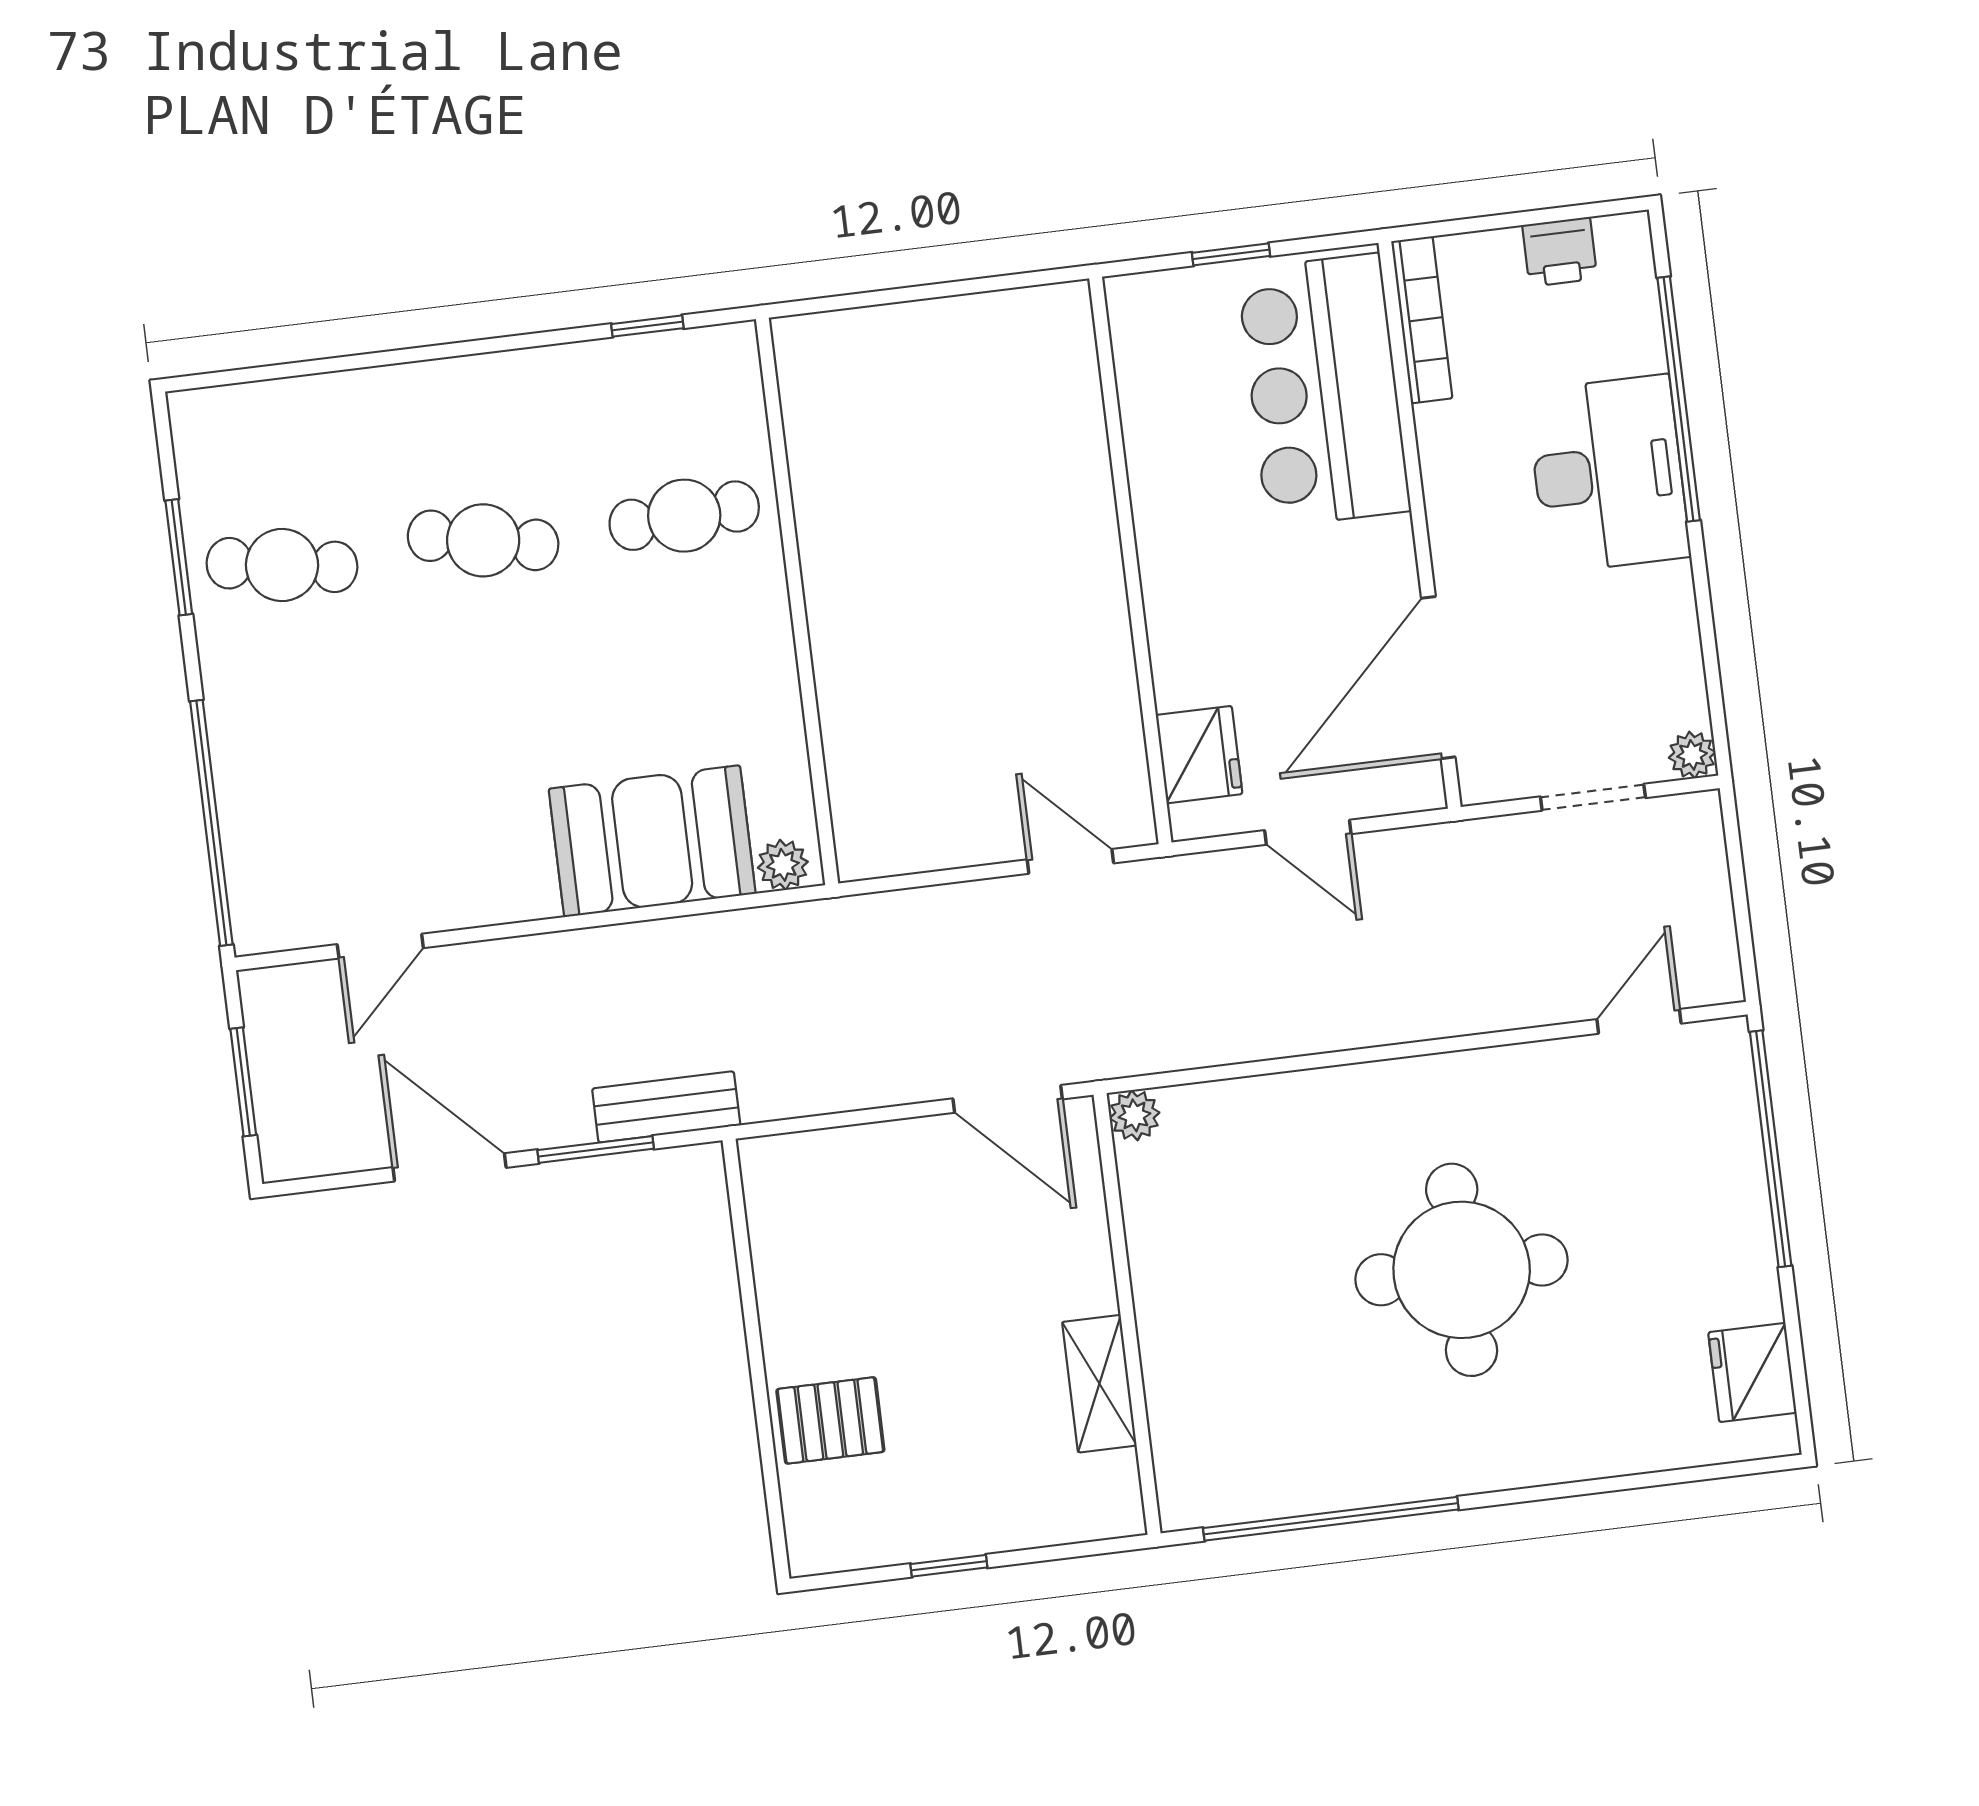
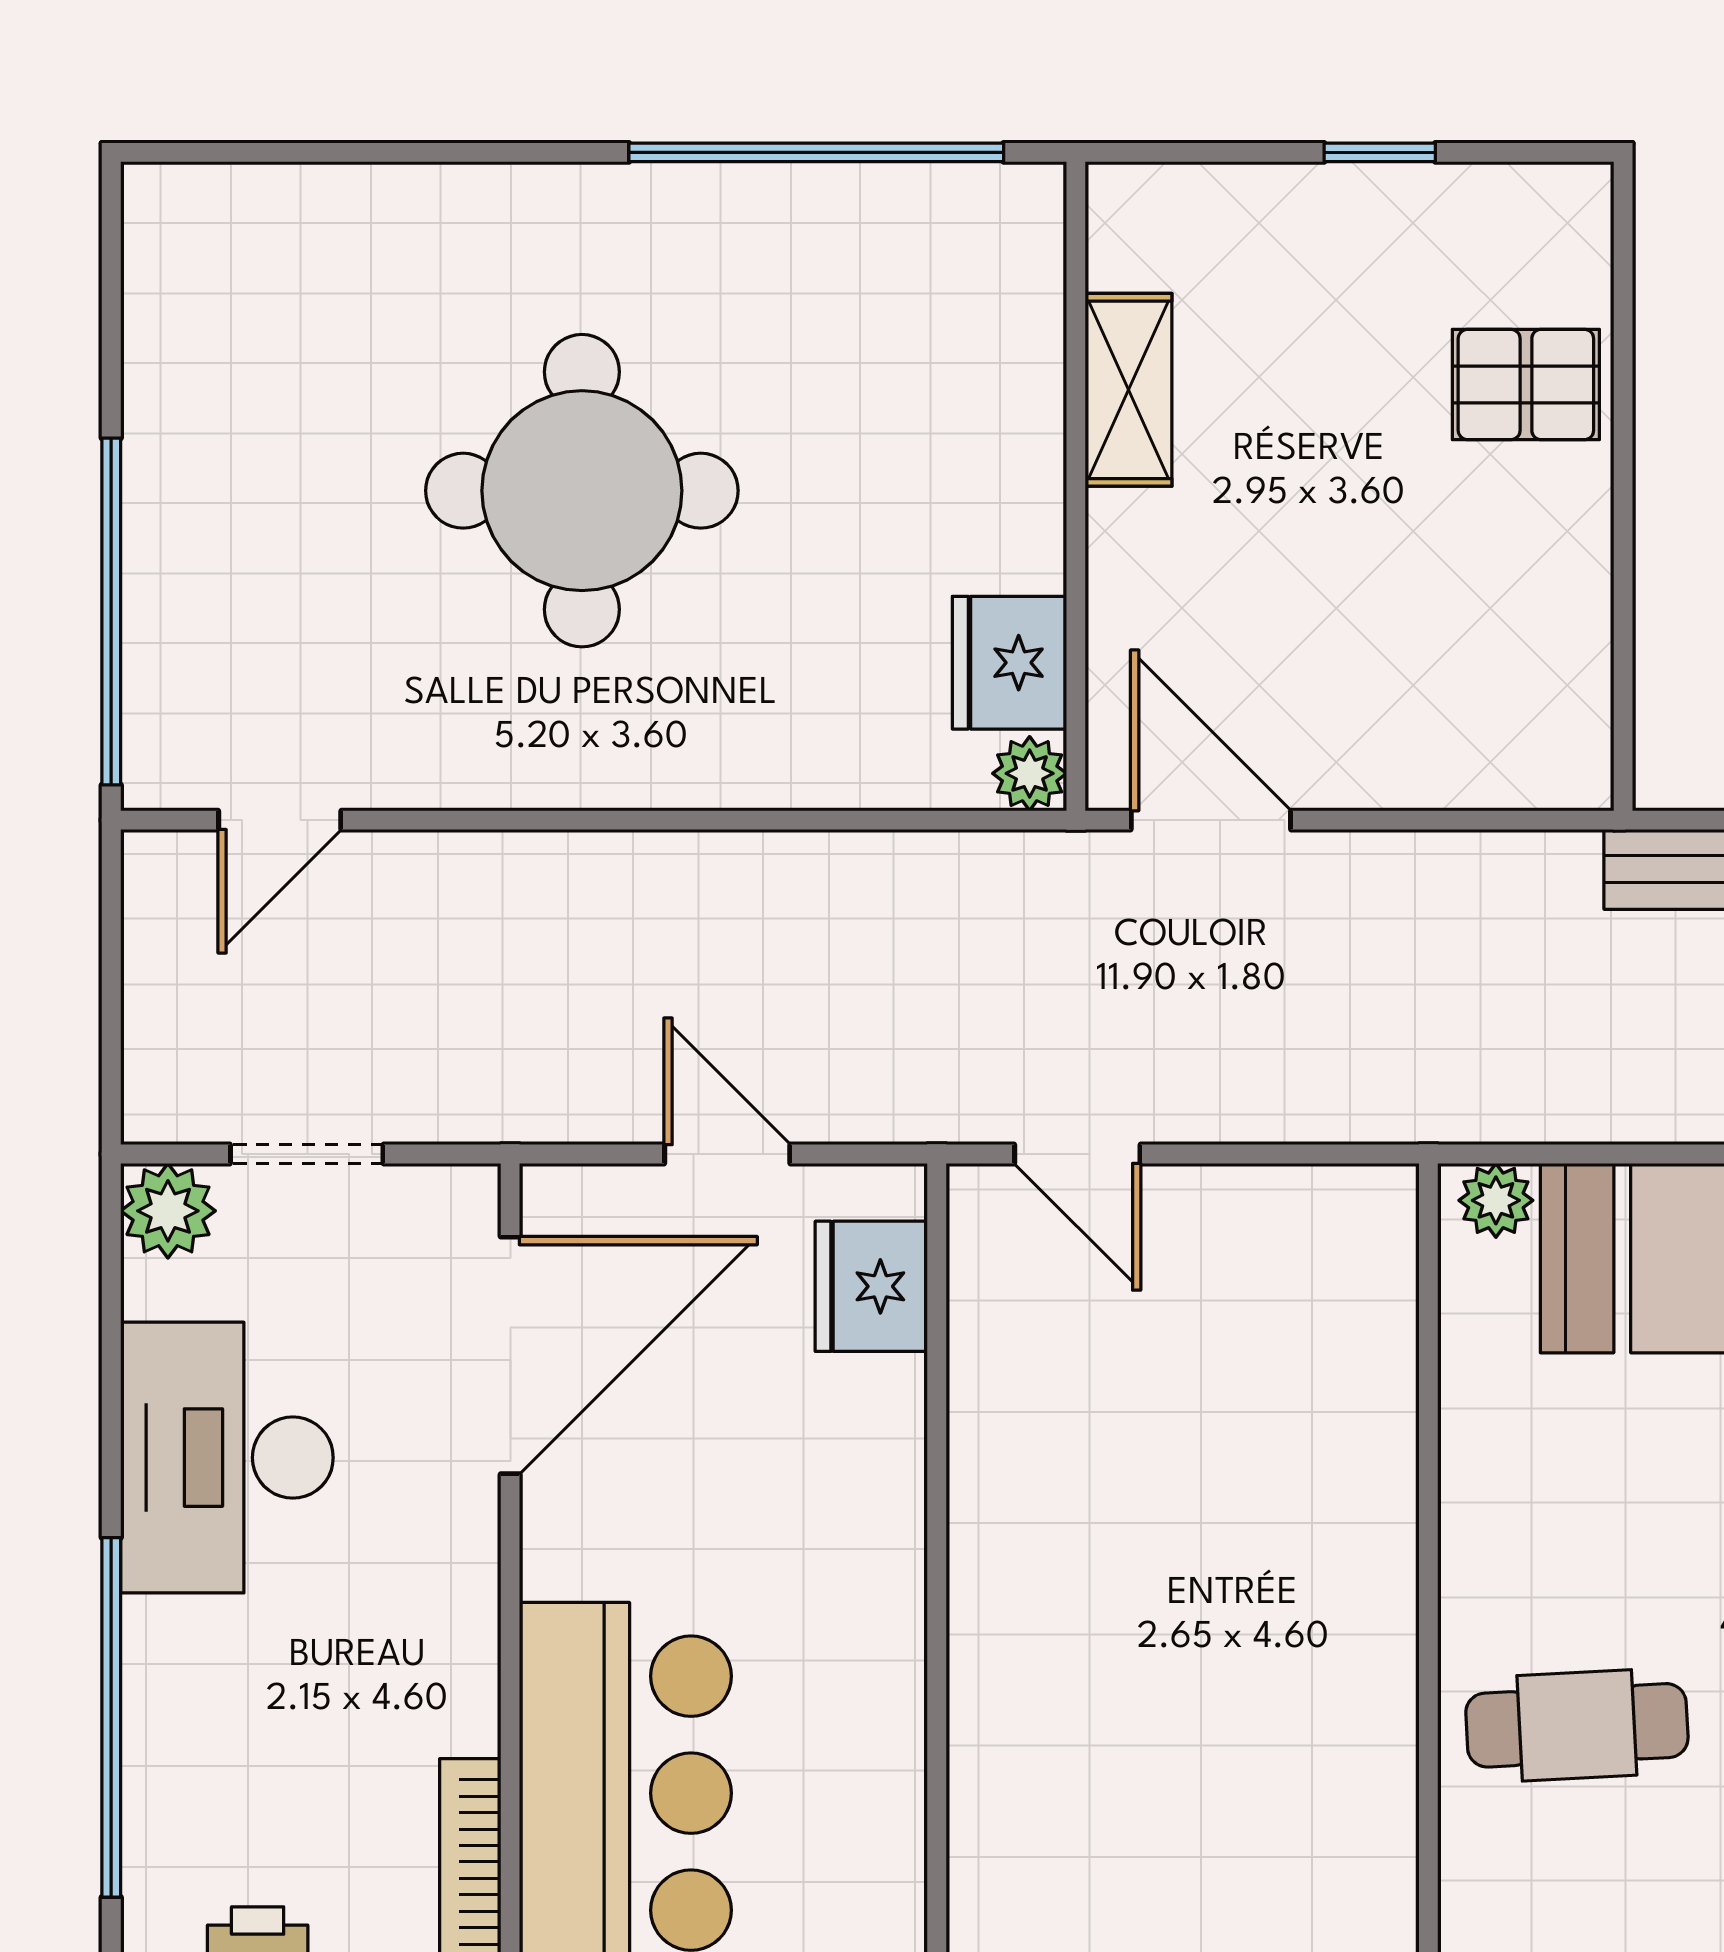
desk: (1608, 474) -> (227, 1458), moved
plant: (1692, 755) -> (168, 1211), width x1.38, depth x1.38
fridge: (1752, 1372) -> (1009, 663), moved, turned 180

